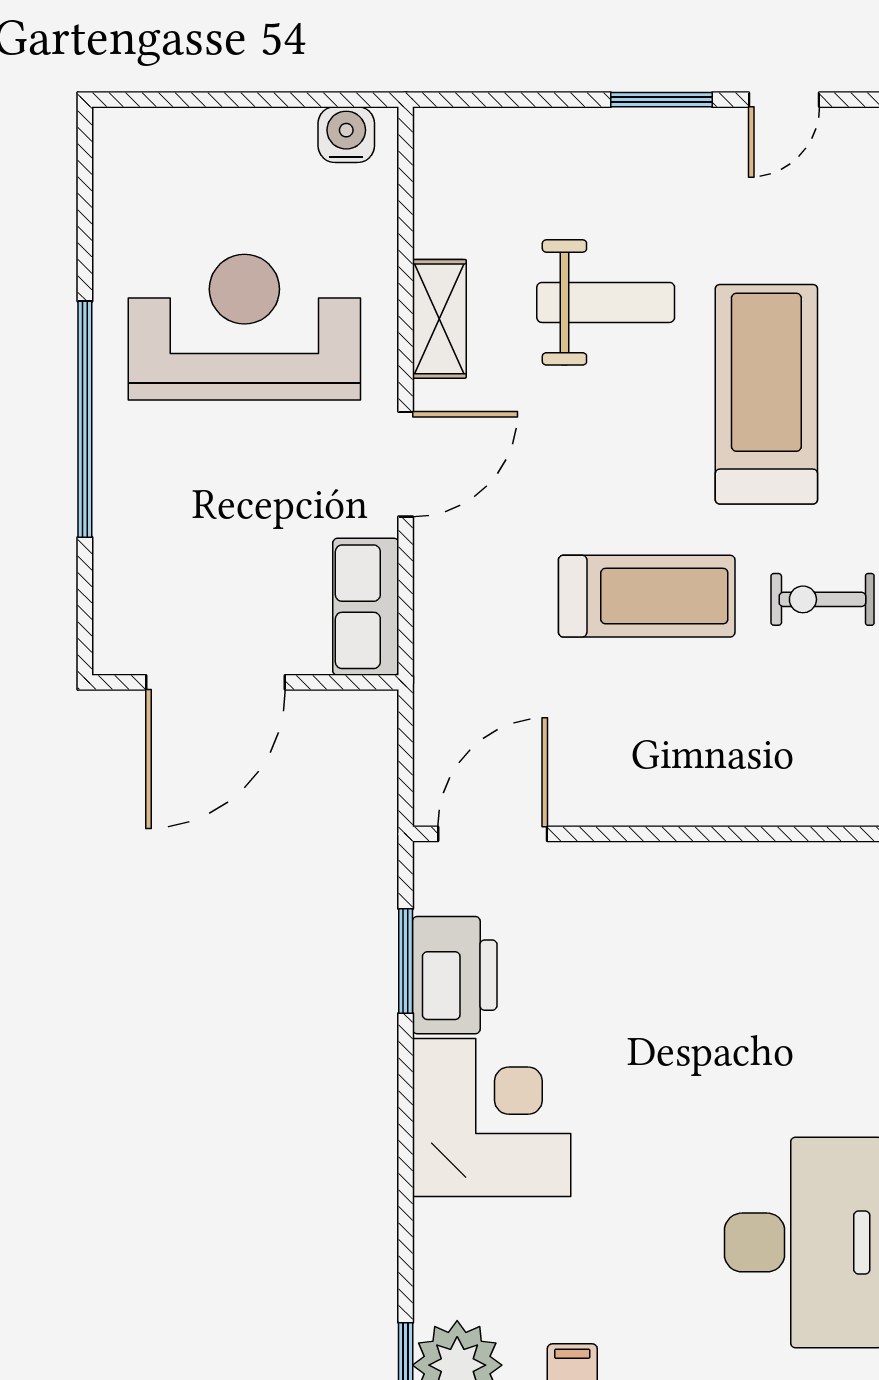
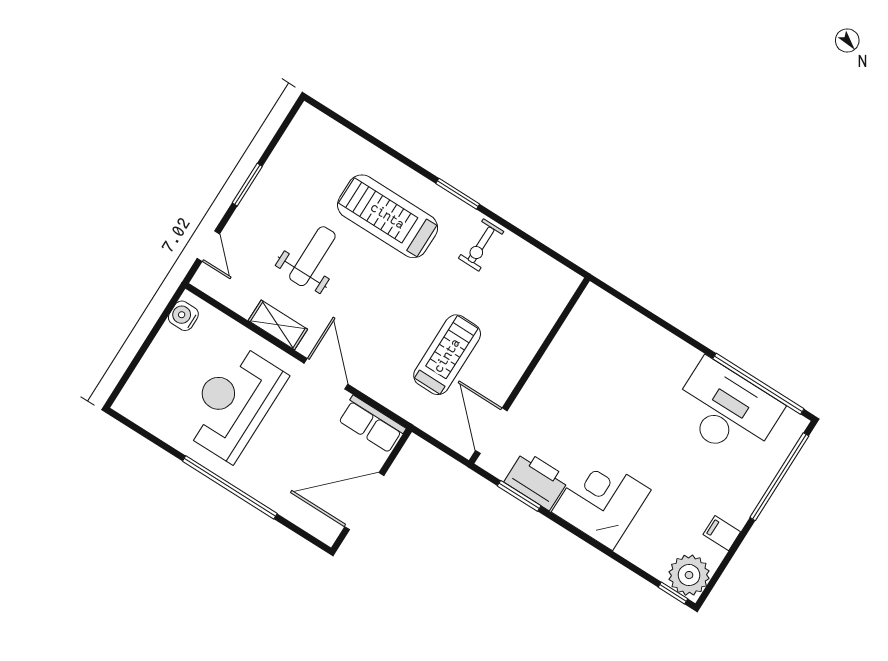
door: (784, 100) -> (208, 246), moved
treadmill: (647, 596) -> (447, 355), moved
door: (216, 682) -> (364, 501), swing flipped

